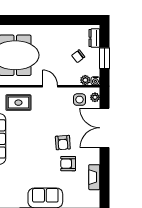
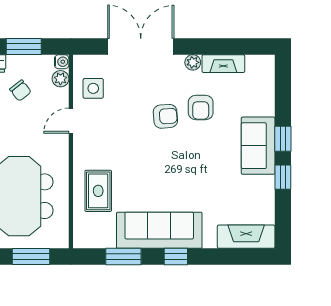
door: (50, 86) -> (71, 121), moved
plant: (95, 97) -> (193, 62), moved
double door: (104, 128) -> (141, 46), swing flipped

